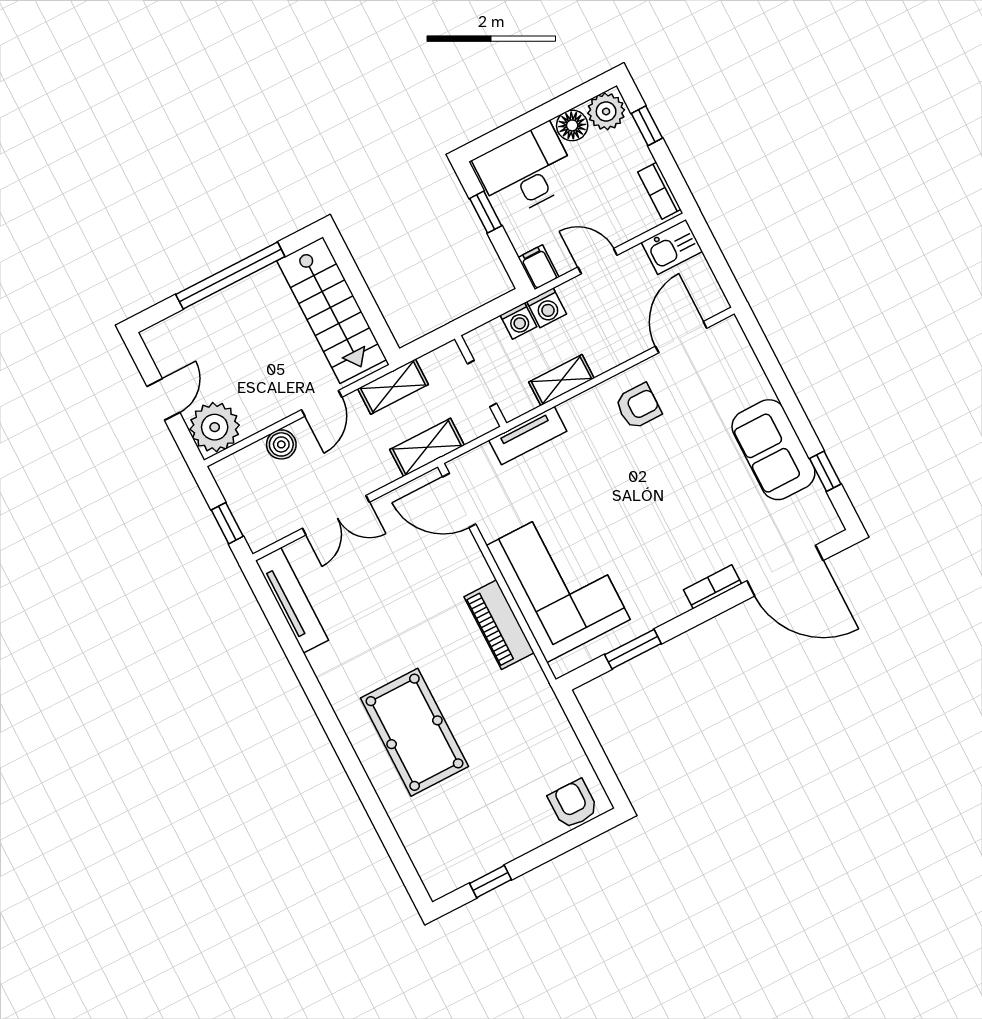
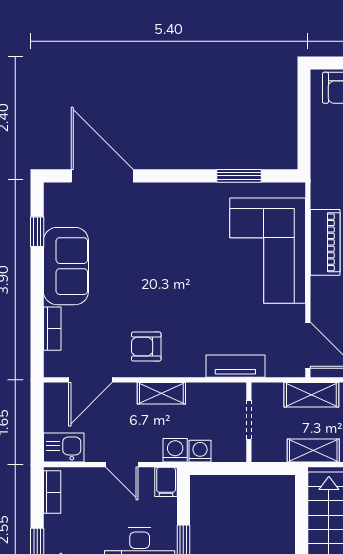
shelving: (561, 380) -> (161, 393), moved
bookcase: (713, 587) -> (52, 329), moved, turned -90

